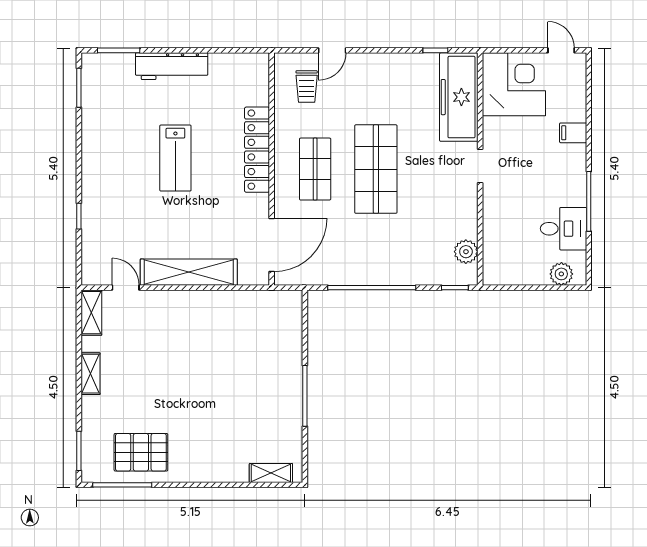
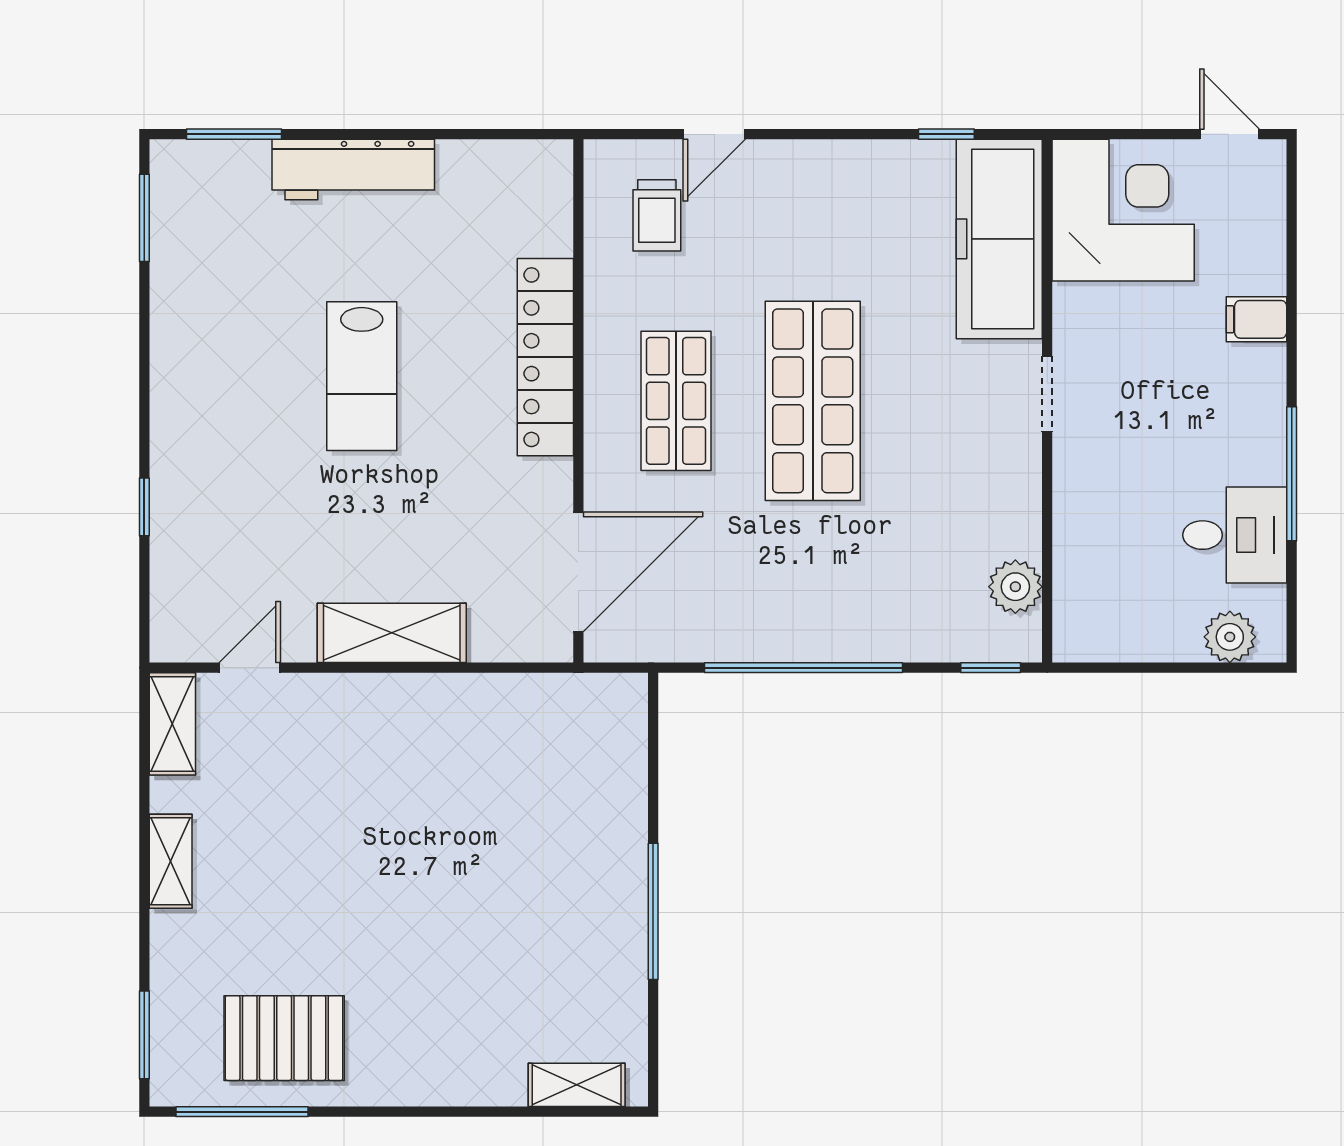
shelving: (189, 272) -> (392, 633), width x0.68
door: (126, 288) -> (250, 668), hinge flipped

